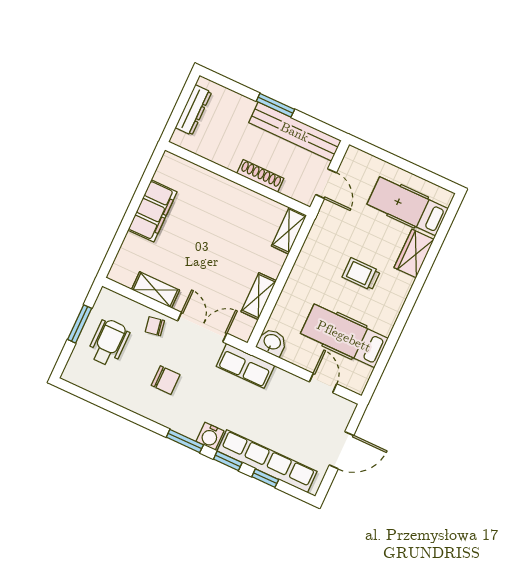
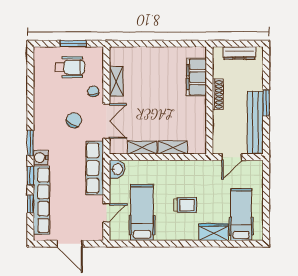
shoe rack: (260, 176) -> (218, 94), moved
filing cabinet: (152, 211) -> (197, 77), moved, turned 90
shelving: (289, 231) -> (173, 147), moved
trolley: (361, 274) -> (185, 205), turned 90
row of seats: (245, 366) -> (95, 168), width x1.48
chair: (166, 380) -> (74, 120), moved, turned -151

